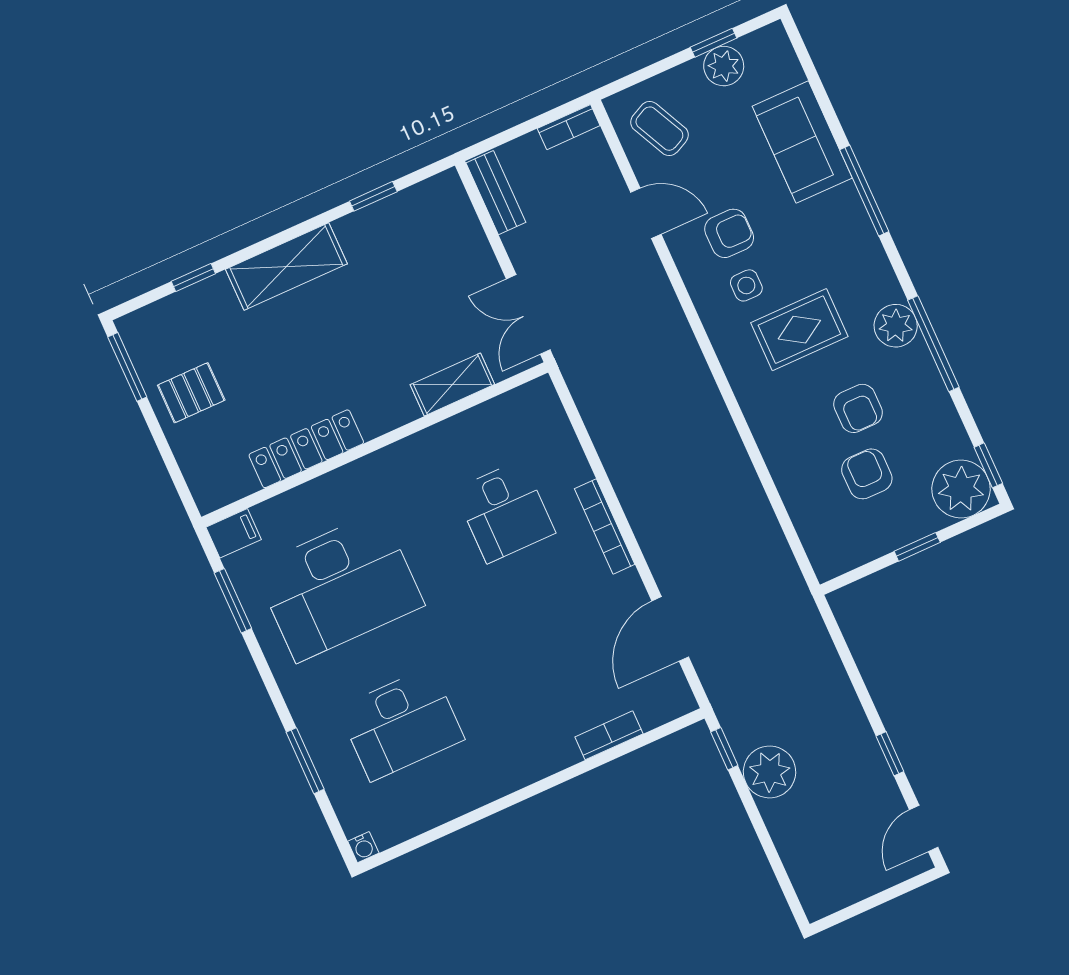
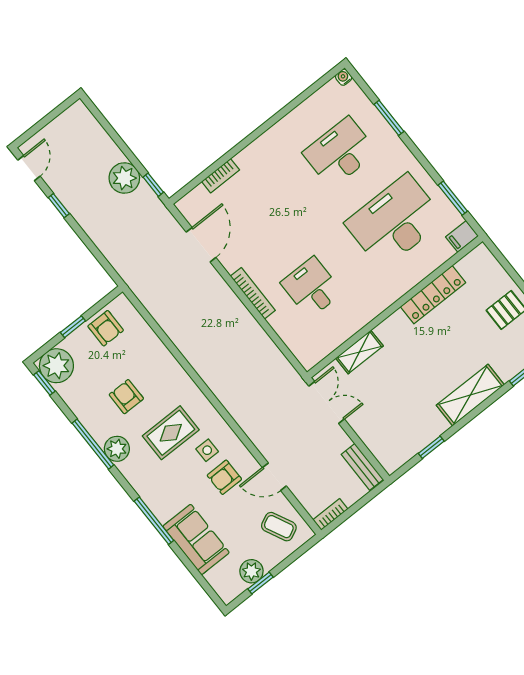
armchair: (867, 474) -> (106, 328), moved

